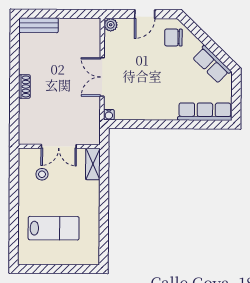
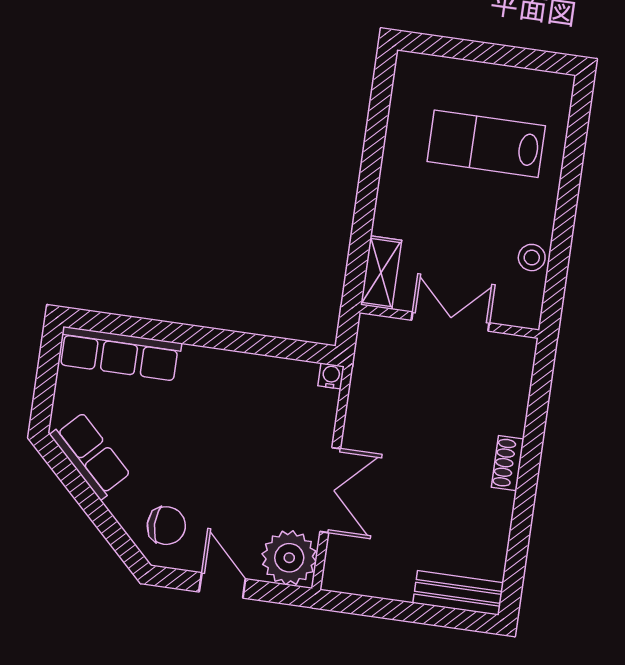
door: (145, 14) -> (222, 585), hinge flipped
plant: (111, 25) -> (289, 558), width x1.87, depth x1.87
double door: (102, 77) -> (330, 490), moved
stool: (42, 174) -> (532, 258), moved

